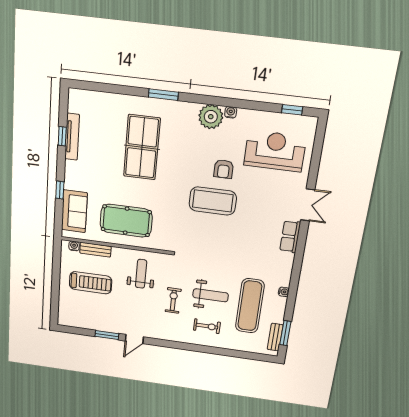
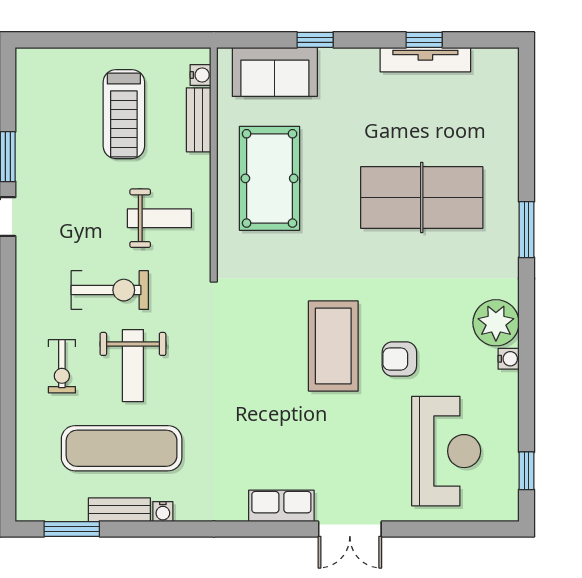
exercise bike: (173, 300) -> (110, 290), width x1.38, depth x1.39
bench: (275, 337) -> (119, 510), moved

